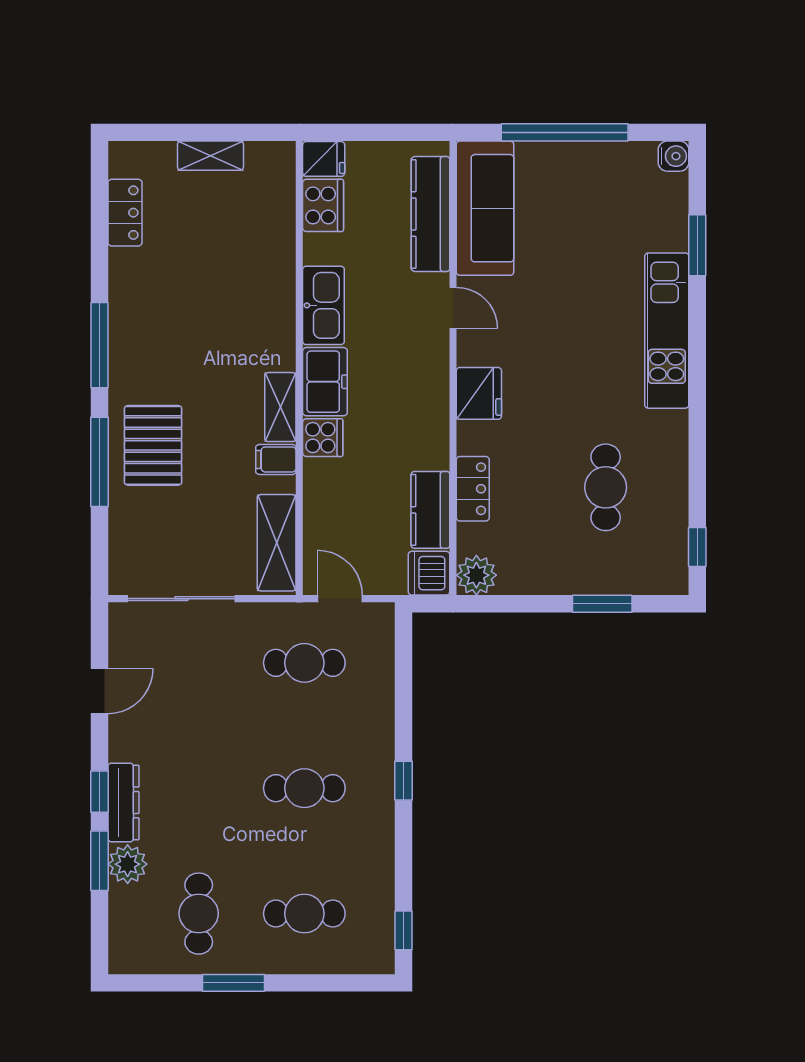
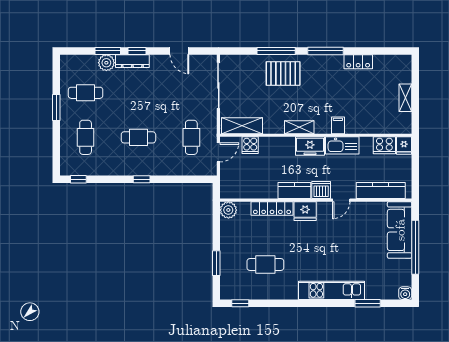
sofa: (485, 208) -> (400, 230), moved, turned 90
locker: (125, 213) -> (358, 62), moved
cooker: (323, 438) -> (250, 145), moved
filing cabinet: (276, 459) -> (338, 125), moved
locker: (473, 489) -> (272, 208), width x1.53
kitchen counter: (430, 510) -> (294, 191), moved
dishwasher: (429, 573) -> (321, 190), moved
cafe table: (304, 788) -> (138, 137), turned 90

